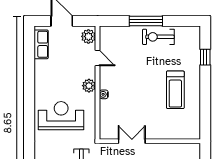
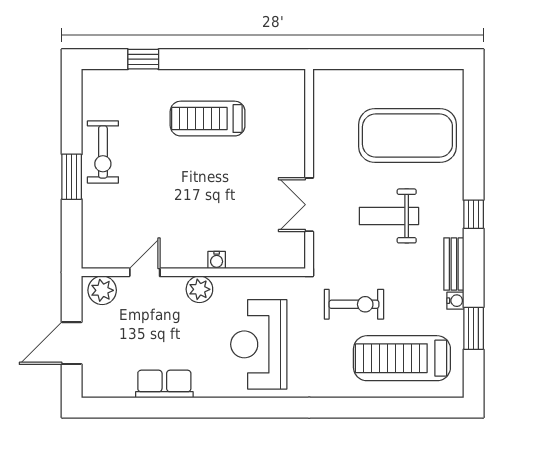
window: (146, 21) -> (72, 177), width x0.69
row of seats: (41, 44) -> (164, 384), moved
treadmill: (175, 90) -> (208, 119), turned 180

